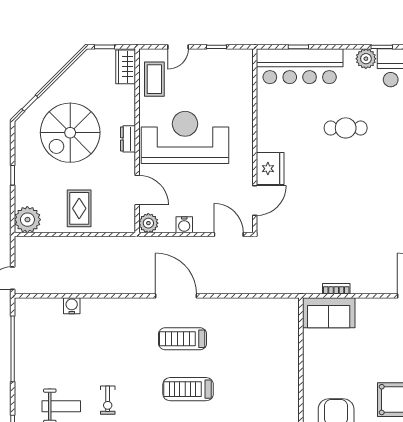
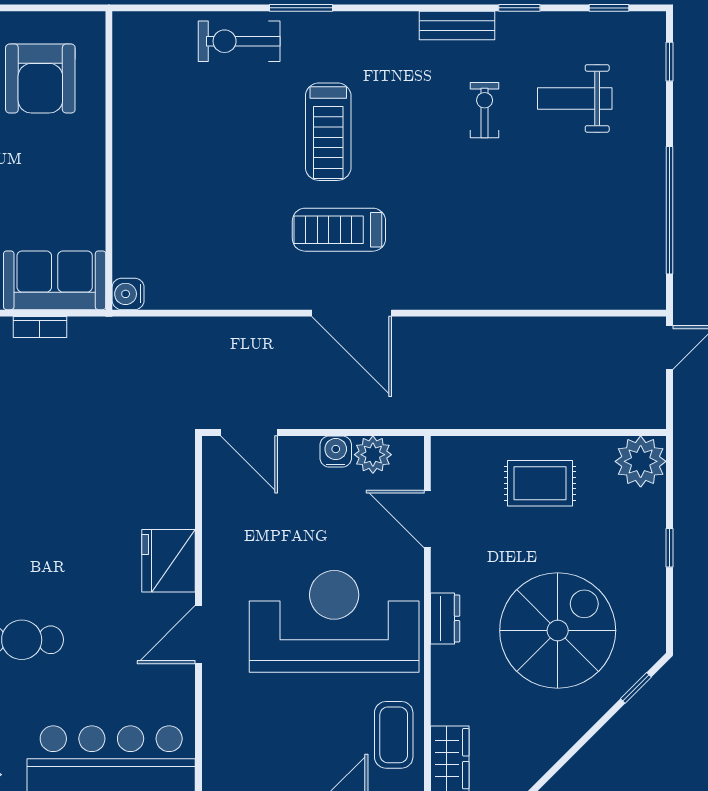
reception desk: (185, 137) -> (334, 621), turned 180
door: (255, 200) -> (198, 635), moved
rug: (79, 208) -> (540, 483), turned 90
plant: (148, 223) -> (373, 455), moved
water cooler: (72, 306) -> (128, 294), moved, turned 90
treadmill: (183, 339) -> (339, 230), turned 180
treadmill: (188, 389) -> (328, 132), turned 90

